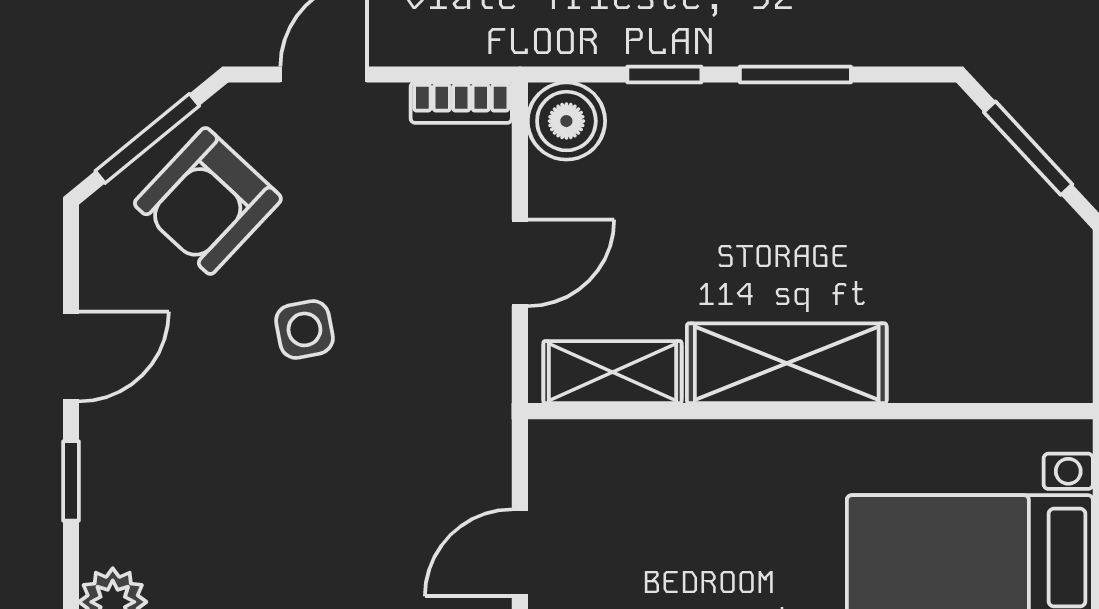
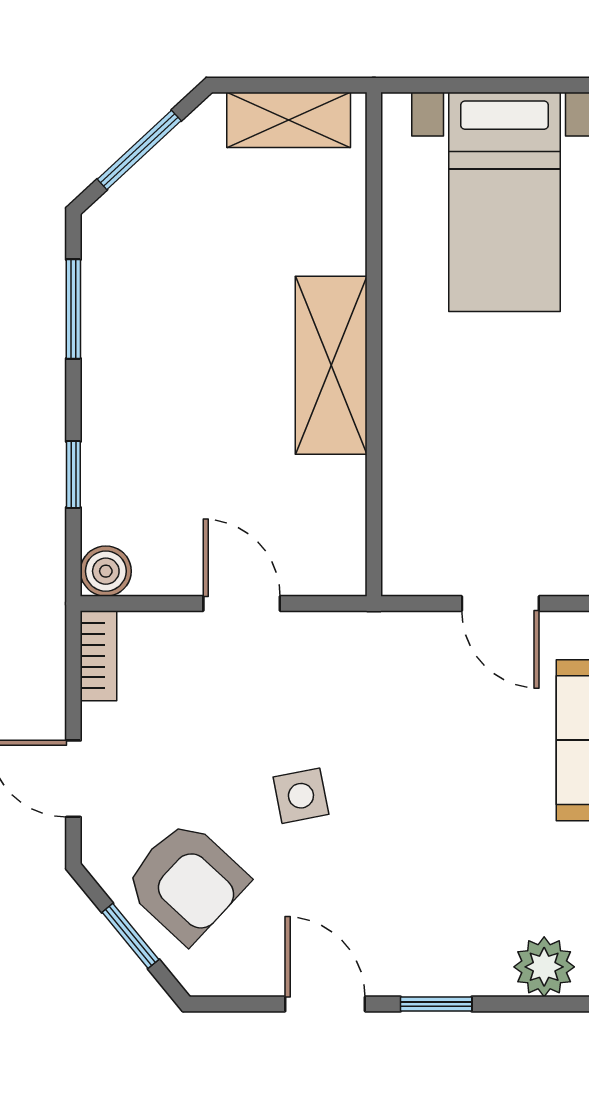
window: (795, 74) -> (73, 309), moved
boiler: (566, 121) -> (106, 571), width x0.73, depth x0.73
window: (147, 138) -> (130, 936), width x0.67
shelving: (612, 372) -> (289, 120), moved, turned 90

